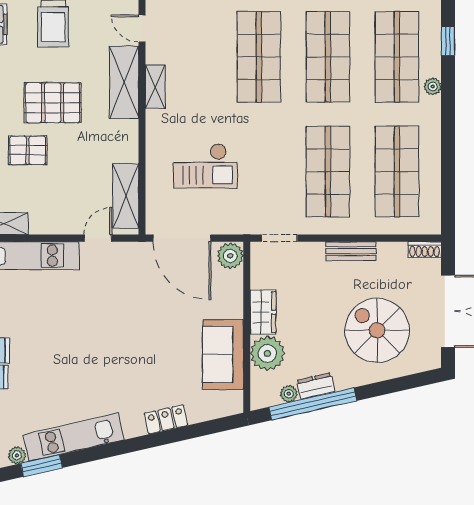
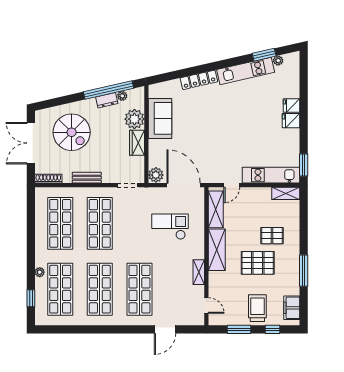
shelving: (124, 82) -> (217, 250), moved
shoe rack: (425, 250) -> (48, 179), width x1.43
locker: (166, 419) -> (199, 80), width x1.53

